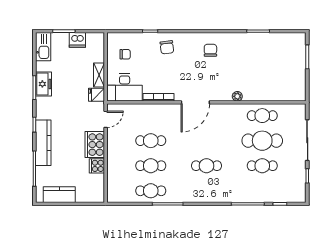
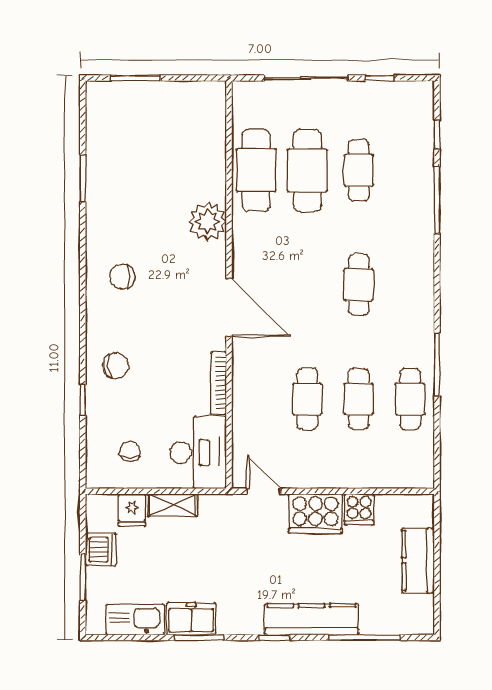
kitchen sink: (43, 47) -> (135, 620), moved
fridge: (97, 95) -> (132, 510), moved
plant: (237, 96) -> (208, 221), width x1.88, depth x1.88
cafe table: (262, 116) -> (256, 170), width x1.37, depth x1.35
kitchen counter: (59, 195) -> (418, 561), moved

